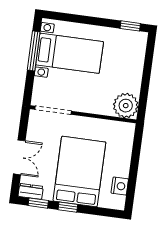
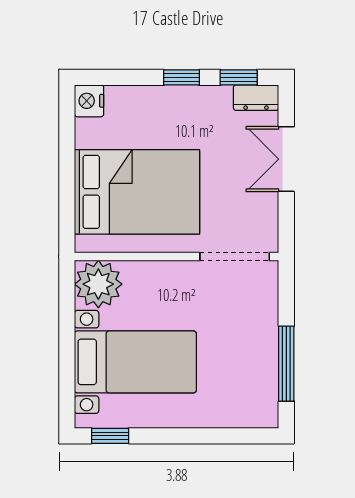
bed with nightstands: (70, 53) -> (135, 362), moved, turned 180
bed: (79, 172) -> (137, 192), moved, turned -90
nightstand: (120, 186) -> (89, 101), moved

